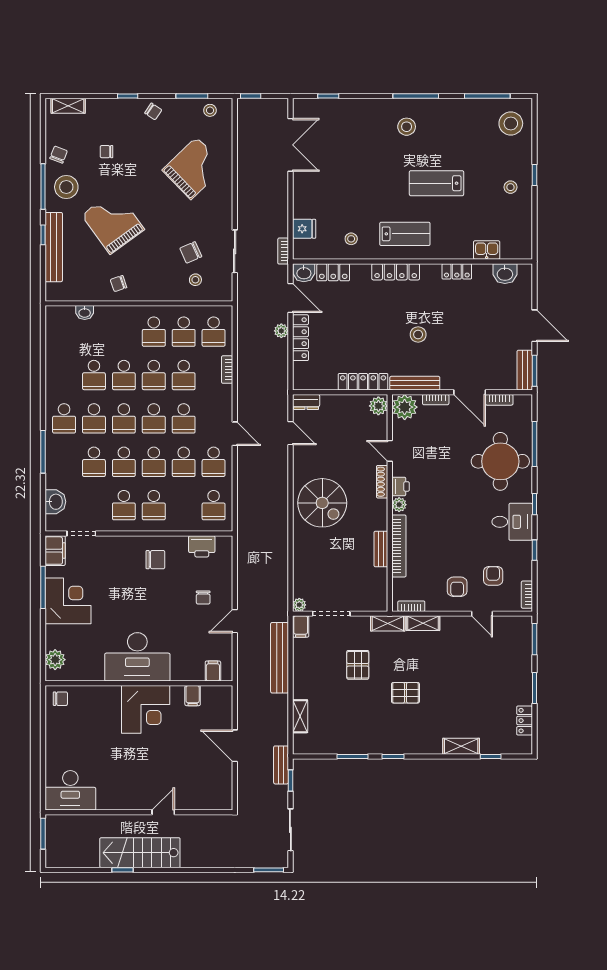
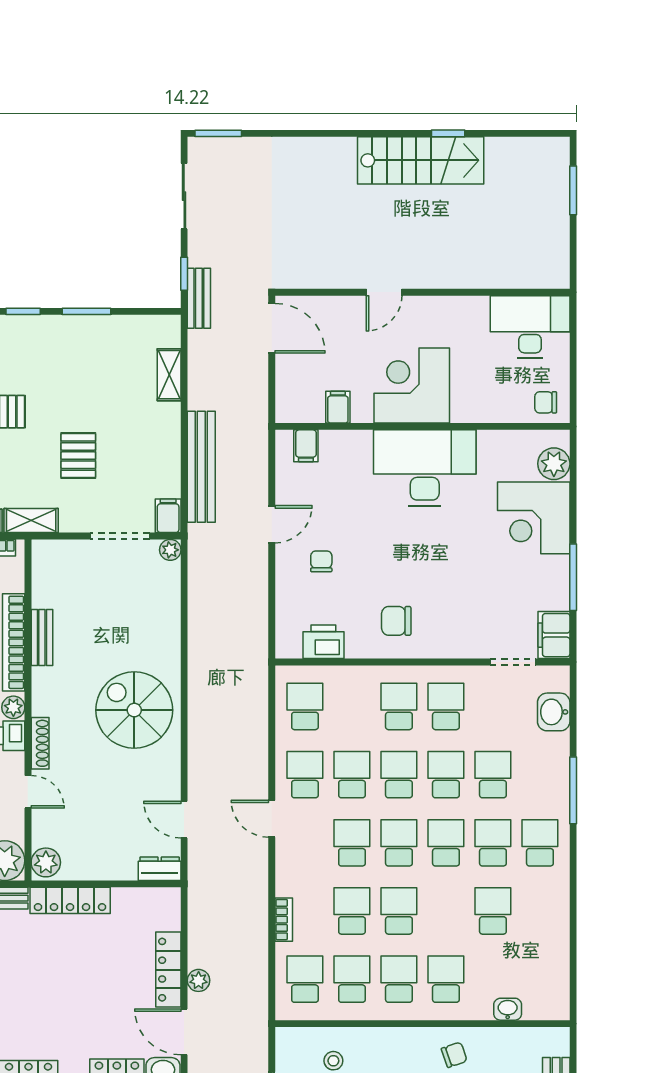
school desk: (124, 375) -> (446, 979), moved
corner desk: (68, 601) -> (534, 518), moved
desk: (70, 790) -> (530, 327), moved
wall: (139, 812) -> (422, 292), moved
door: (163, 812) -> (384, 292), moved

